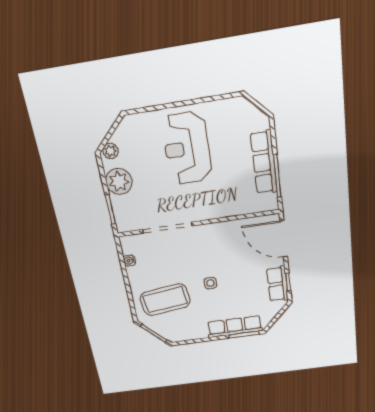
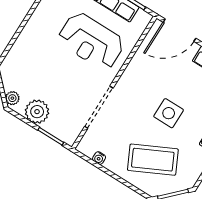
reception desk: (187, 148) -> (91, 41), moved
side table: (210, 283) -> (169, 113), width x1.87, depth x1.87
coffee table: (165, 300) -> (153, 160), turned 71

